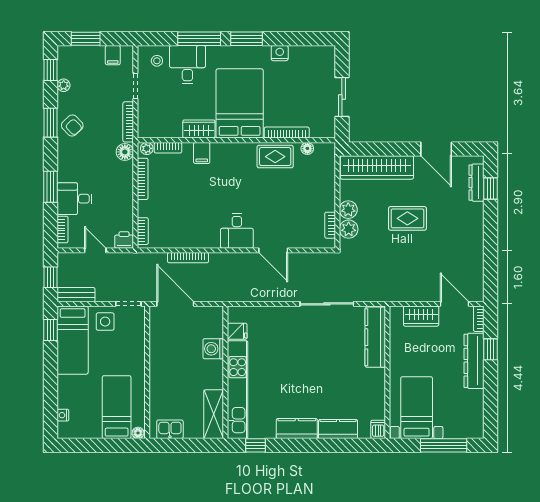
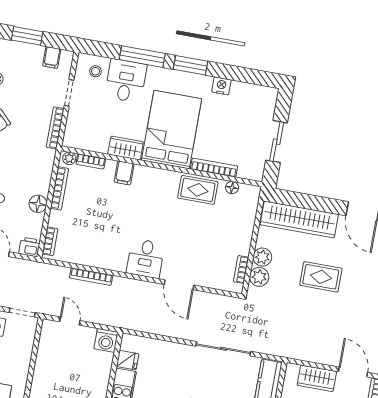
floor lamp: (125, 152) -> (38, 204), moved
door: (175, 304) -> (70, 321), width x0.53
washing machine: (213, 349) -> (106, 340), moved, turned -90

